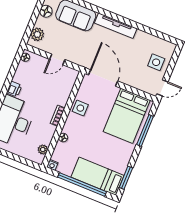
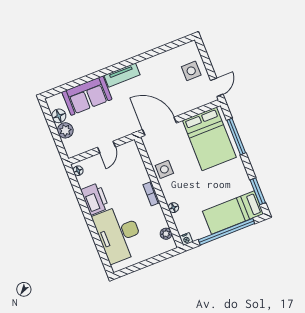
tv unit: (116, 26) -> (122, 75), width x0.71
plant: (37, 34) -> (65, 130), moved
printer: (14, 89) -> (95, 199), width x1.87, depth x1.48

